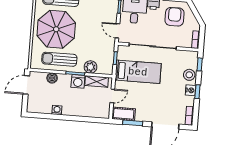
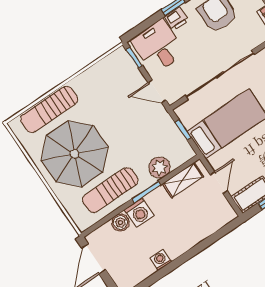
washing machine: (78, 81) -> (139, 213), moved

